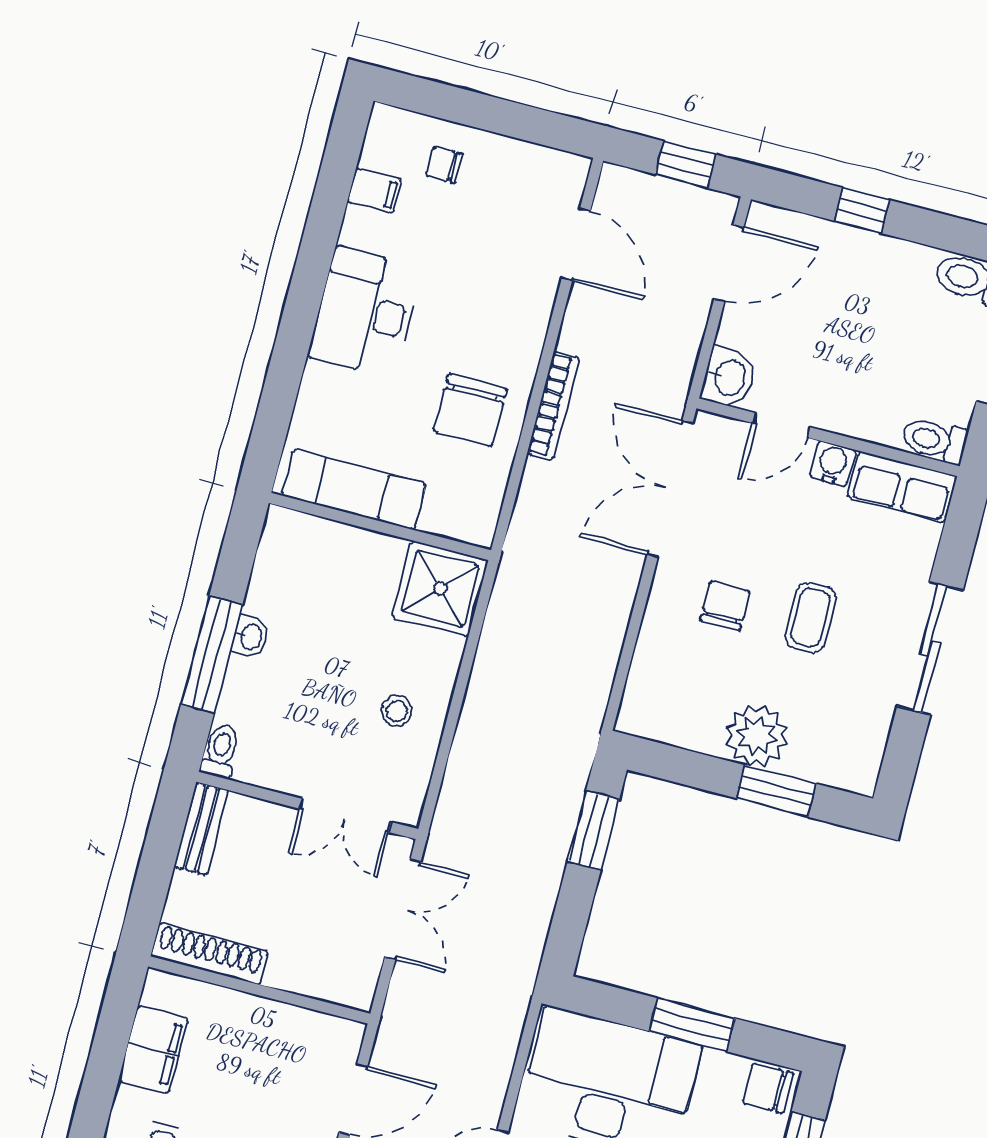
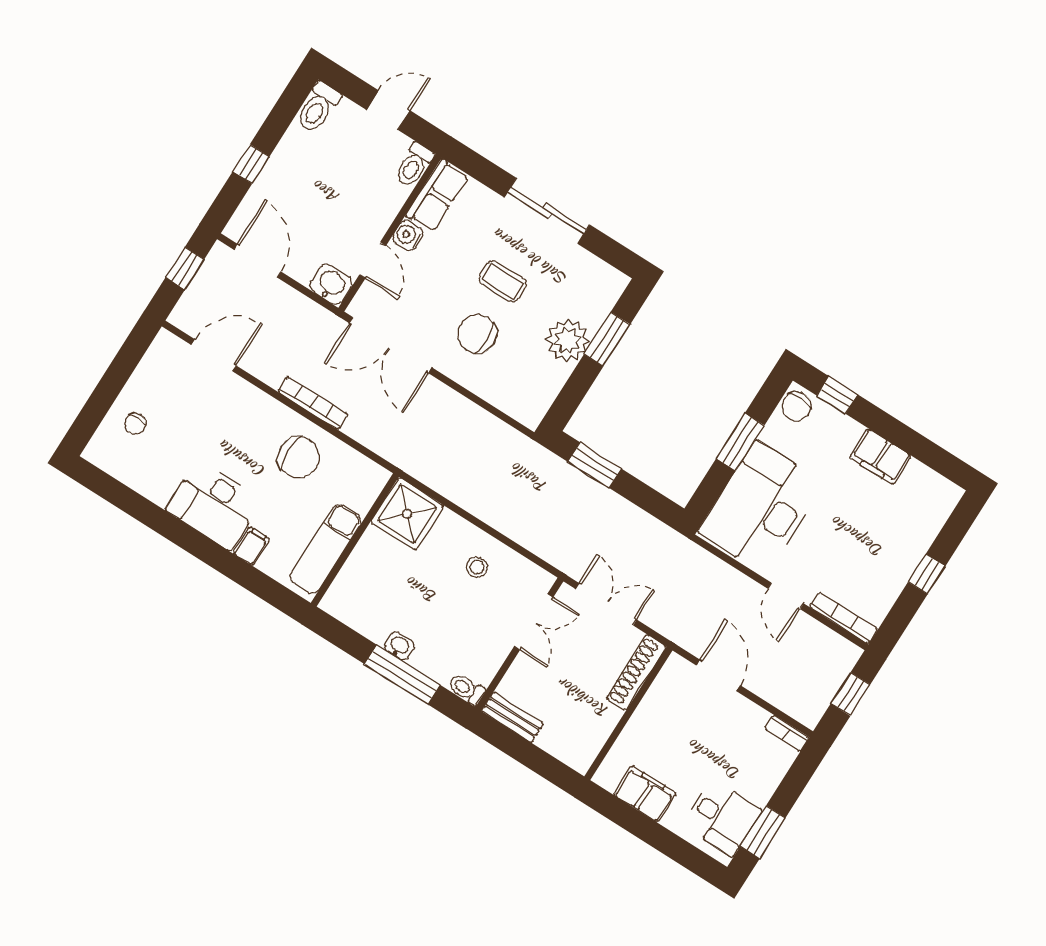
filing cabinet: (375, 191) -> (251, 546), moved
chair: (725, 606) -> (477, 334), width x1.37, depth x1.37
shoe rack: (210, 954) -> (636, 673), moved

